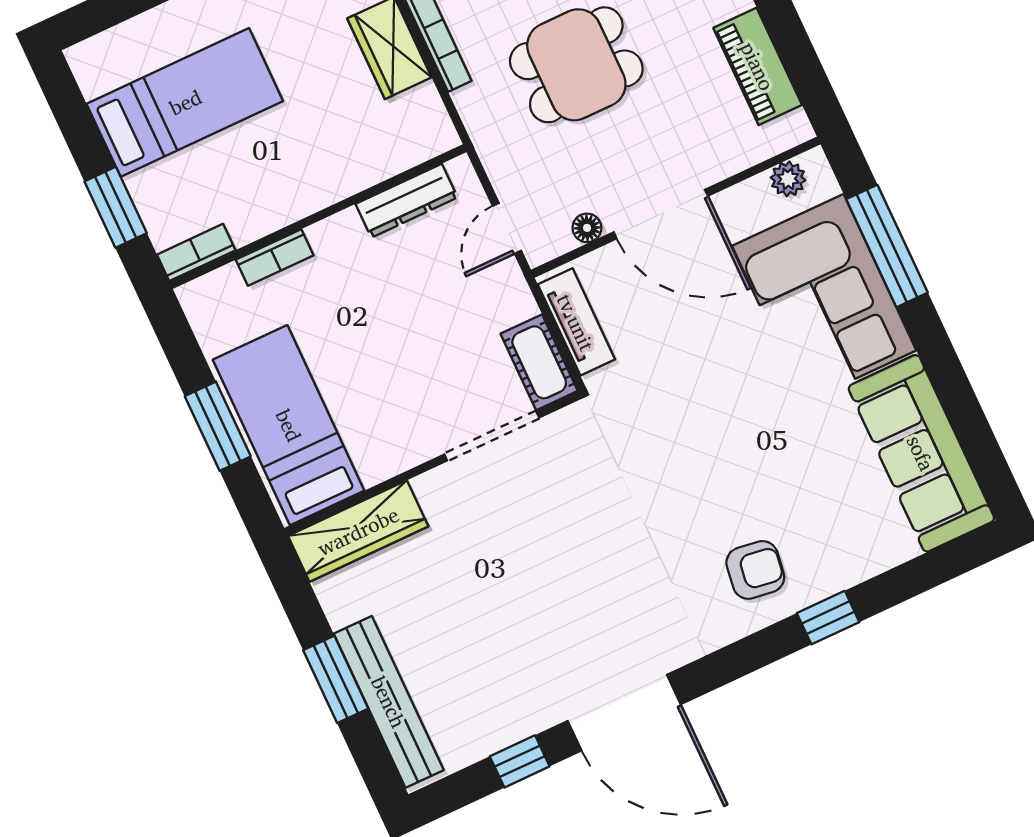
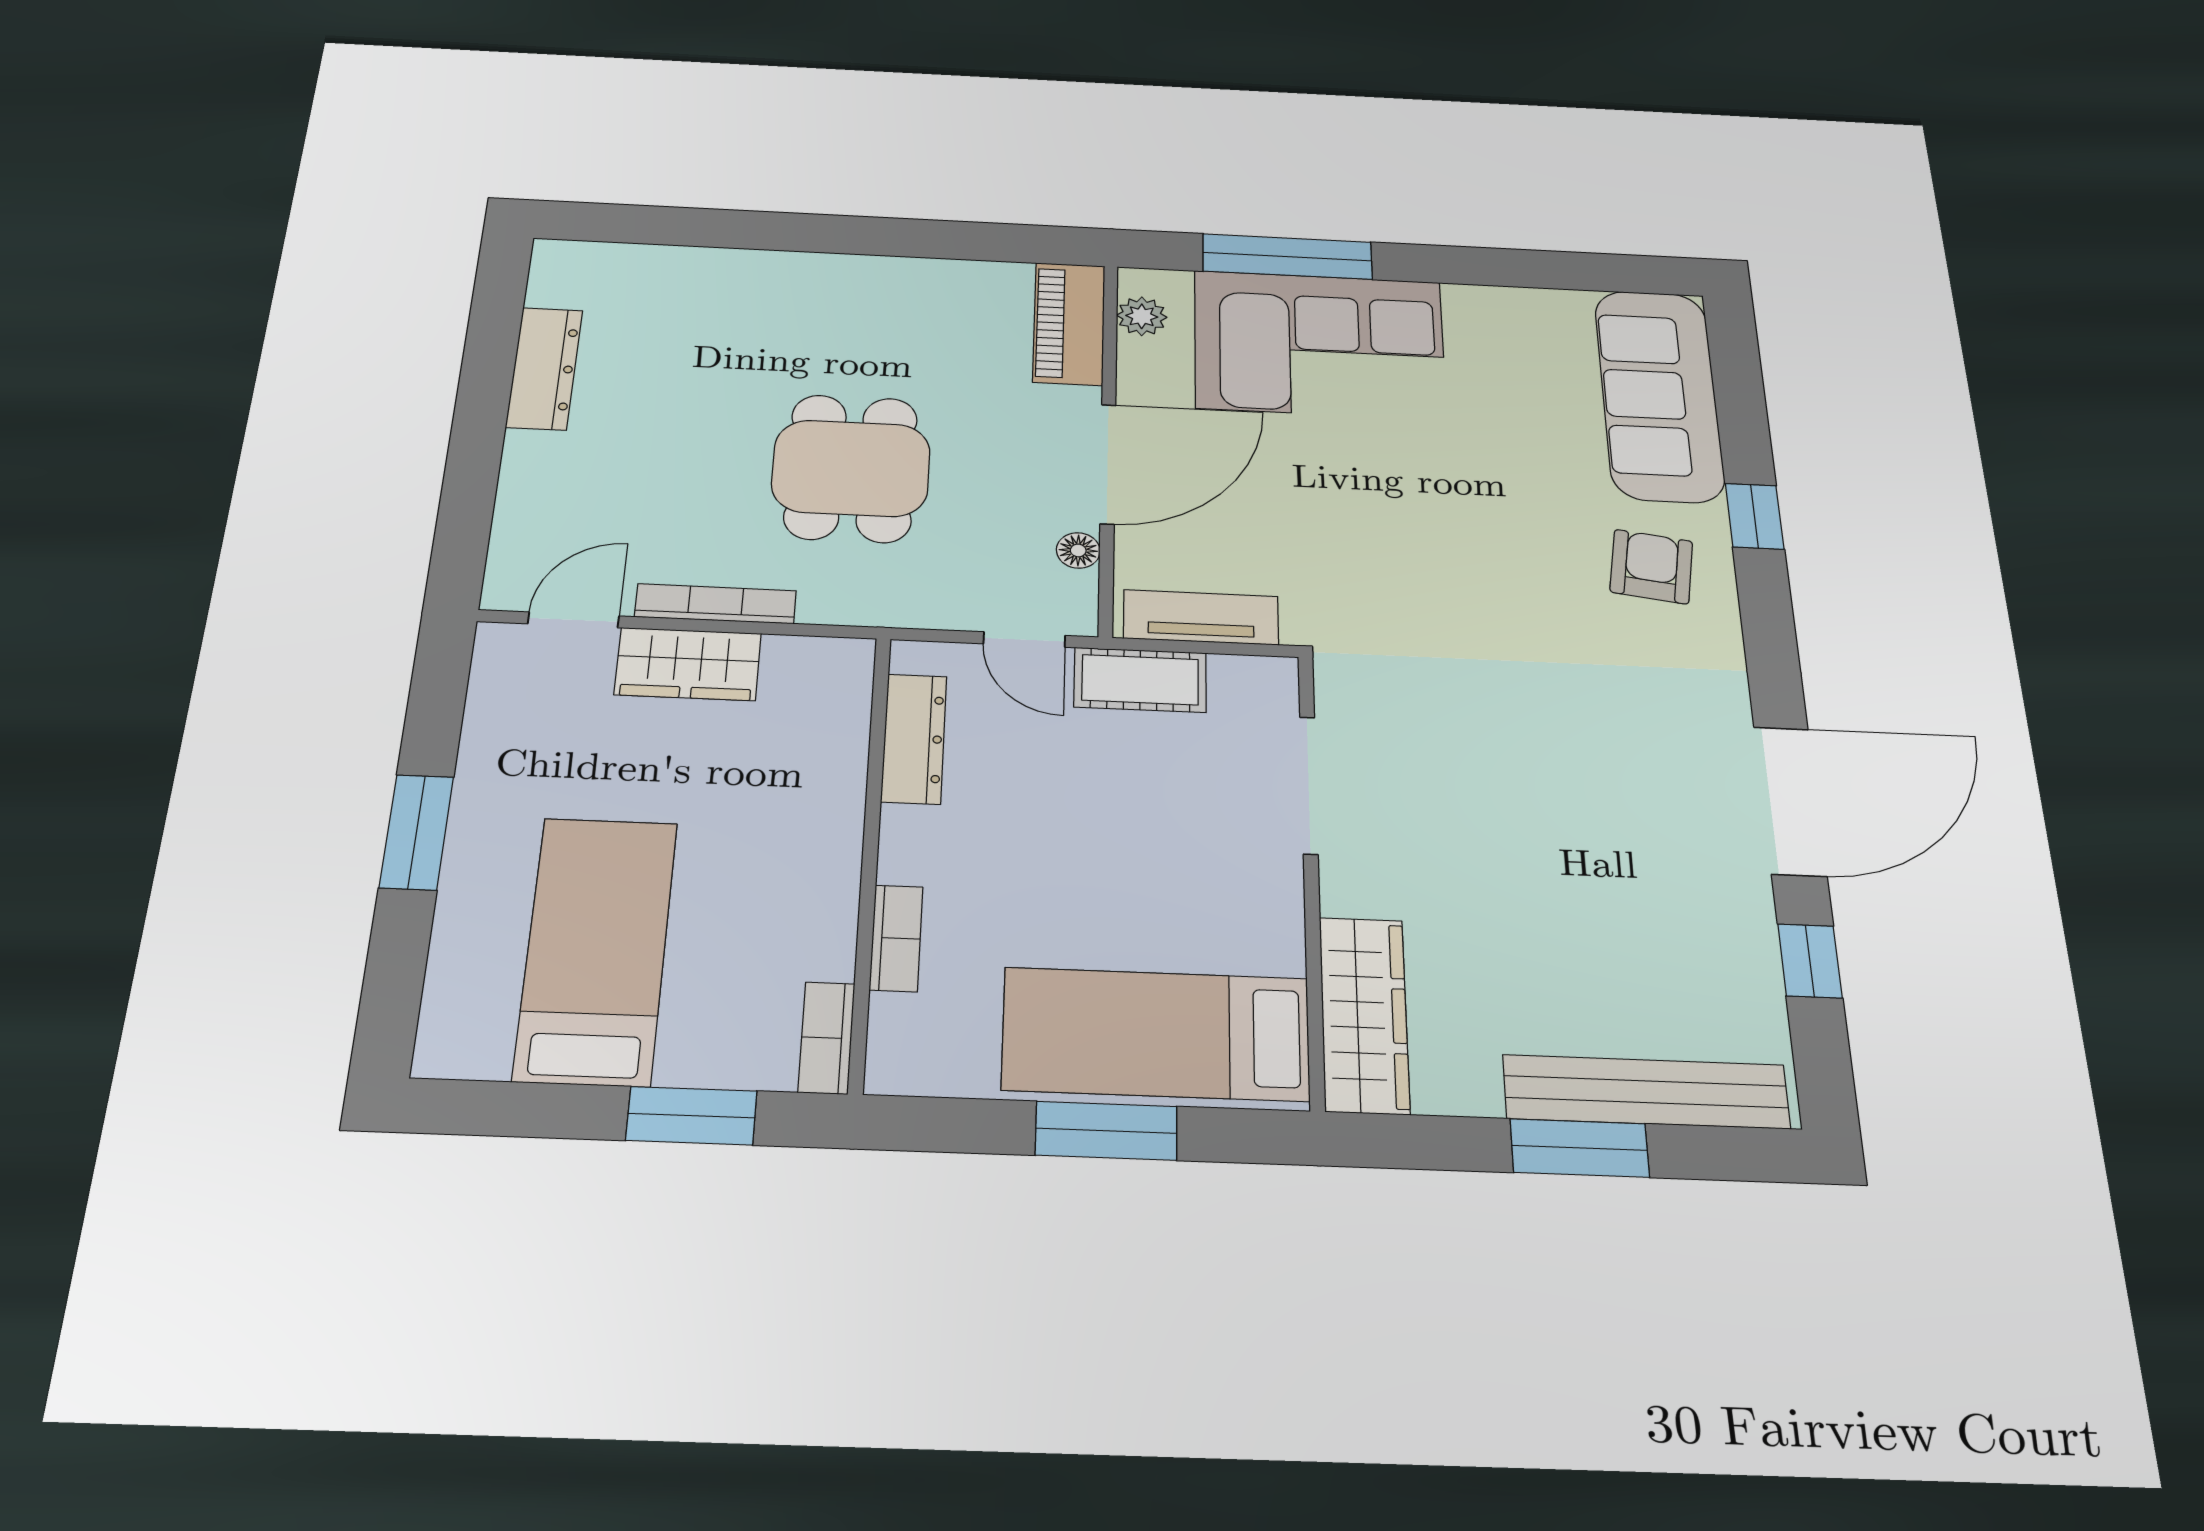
piano: (758, 66) -> (1069, 323), moved, turned 90
cot: (539, 362) -> (1140, 680), moved
sofa: (921, 453) -> (1659, 395), moved, turned 90

